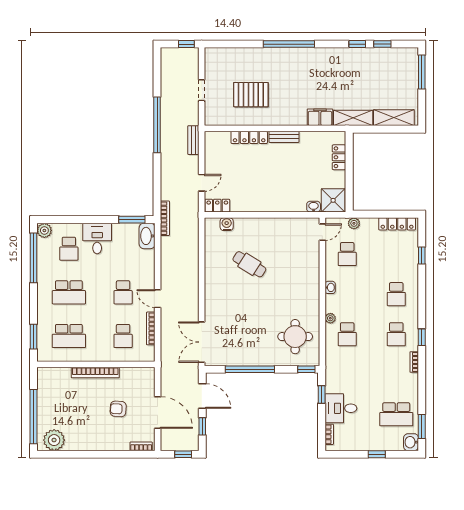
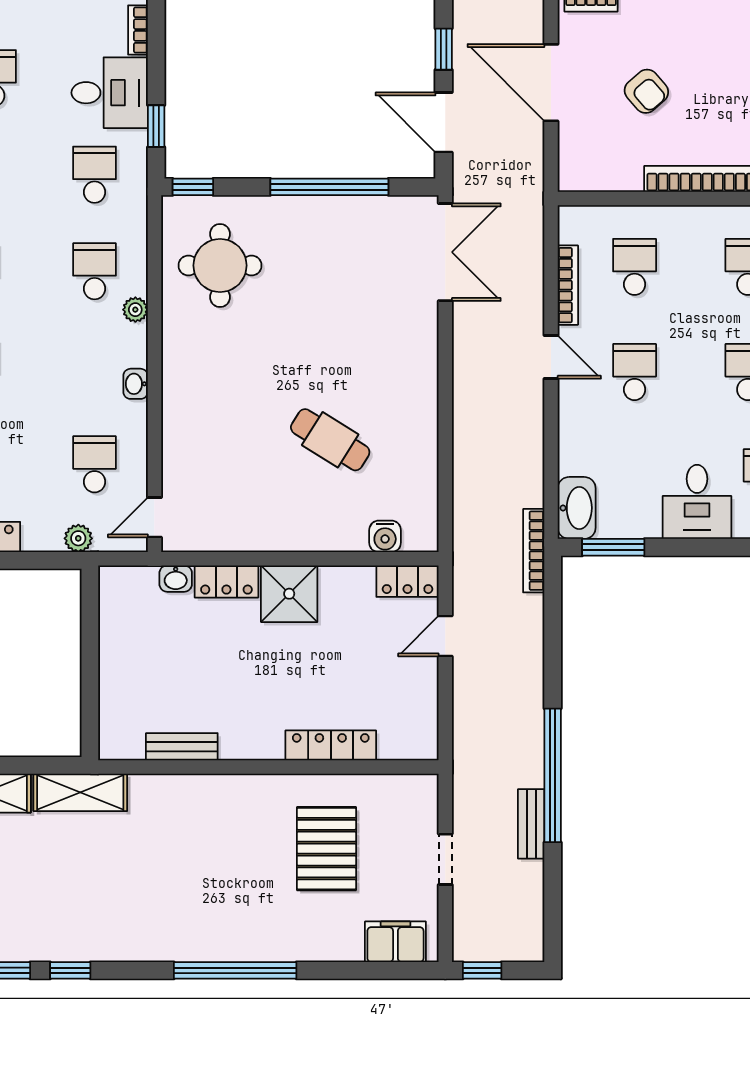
pallet: (251, 95) -> (326, 849), turned 90
filing cabinet: (320, 117) -> (395, 942), moved, turned 180
bench: (284, 137) -> (182, 747), moved
bench: (193, 140) -> (531, 824), moved
locker: (339, 157) -> (226, 582), moved, turned 90
shower: (333, 200) -> (289, 594), moved
school desk: (347, 374) -> (95, 175), added
armchair: (118, 409) -> (646, 91), turned 46

